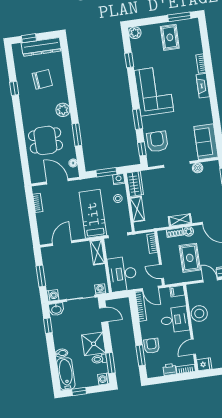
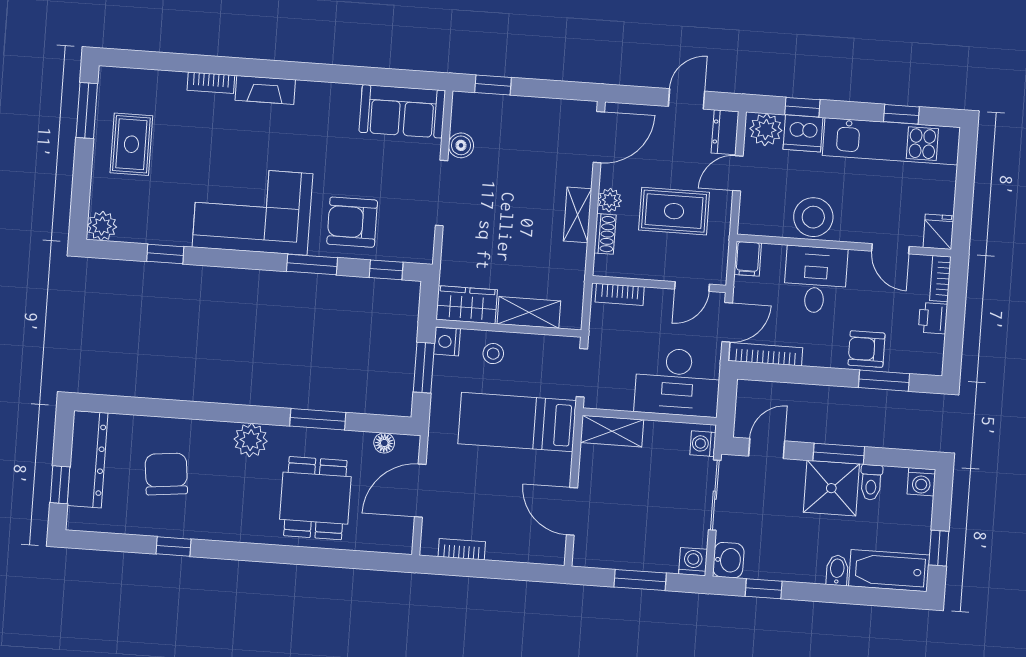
rug: (170, 37) -> (131, 144), turned 90
armchair: (157, 142) -> (352, 222), moved
window: (111, 363) -> (839, 454), moved

